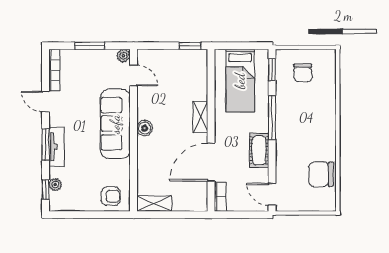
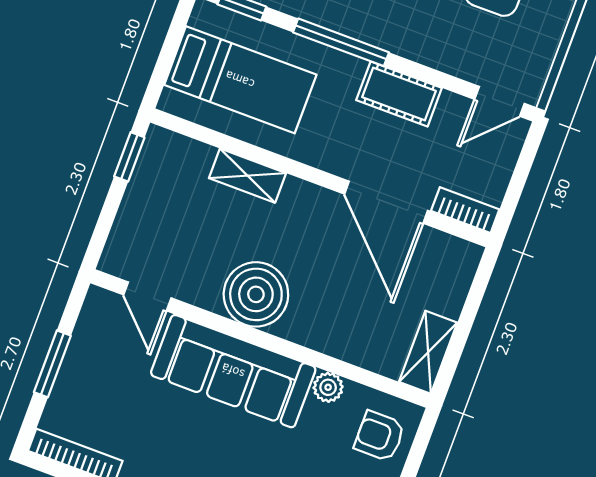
plant: (123, 56) -> (328, 387), moved
door: (133, 75) -> (147, 296), swing flipped
shelving: (201, 117) -> (247, 176), moved
boiler: (145, 128) -> (256, 294), width x1.86, depth x1.86
armchair: (111, 196) -> (380, 436), turned -90

